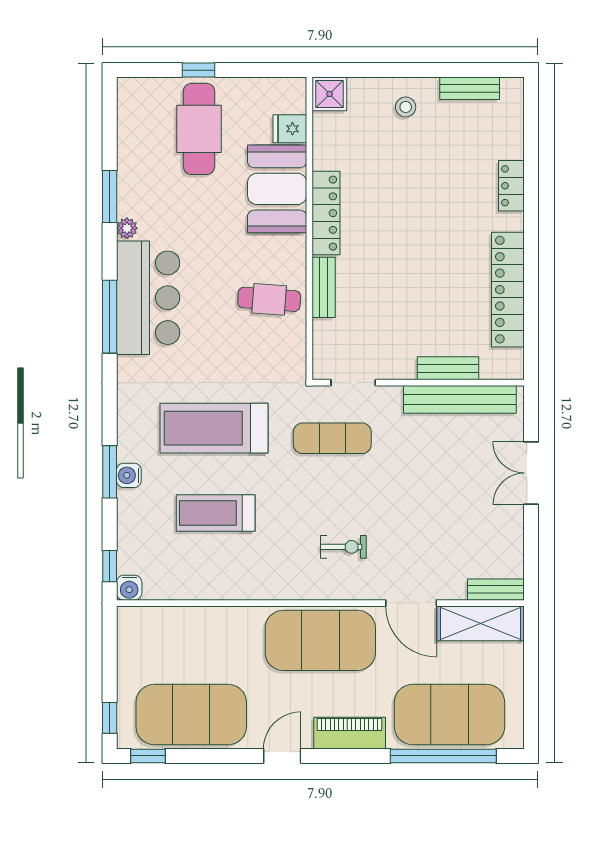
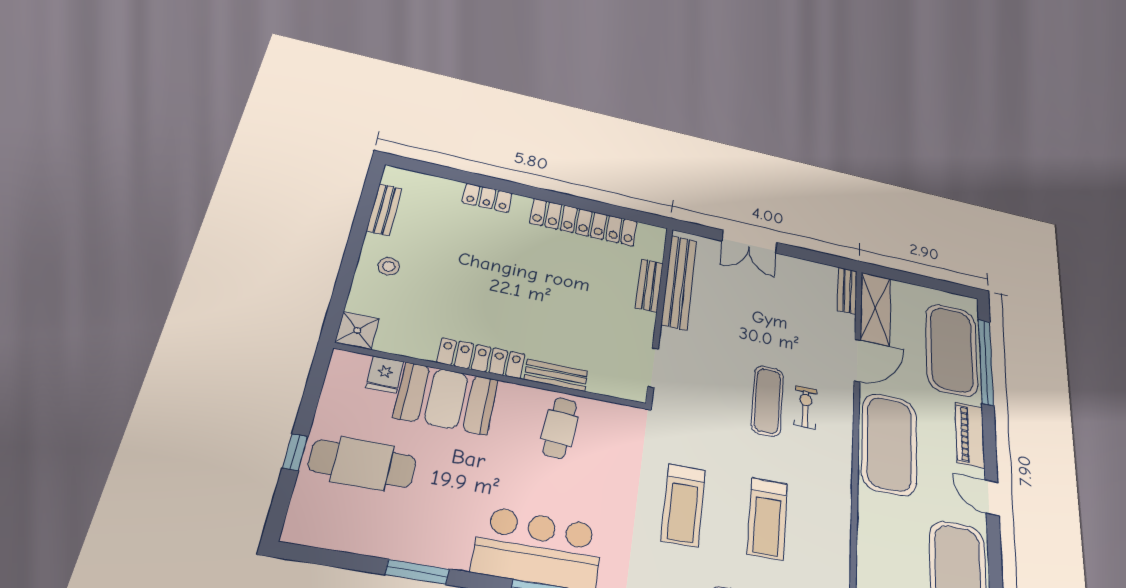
plant: (127, 228) -> (457, 559), removed
treadmill: (214, 428) -> (683, 505), width x0.73, depth x0.73
exercise mat: (332, 438) -> (768, 401), moved

